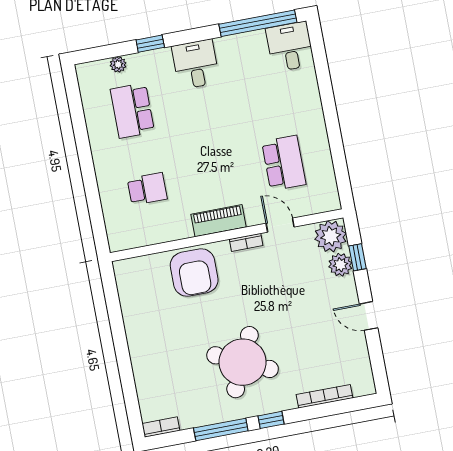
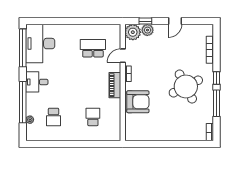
window: (150, 44) -> (23, 102), width x3.17
desk: (290, 47) -> (40, 44), width x1.87, depth x1.30
school desk: (132, 111) -> (54, 117), width x0.54
round table: (243, 362) -> (186, 86), turned 38

